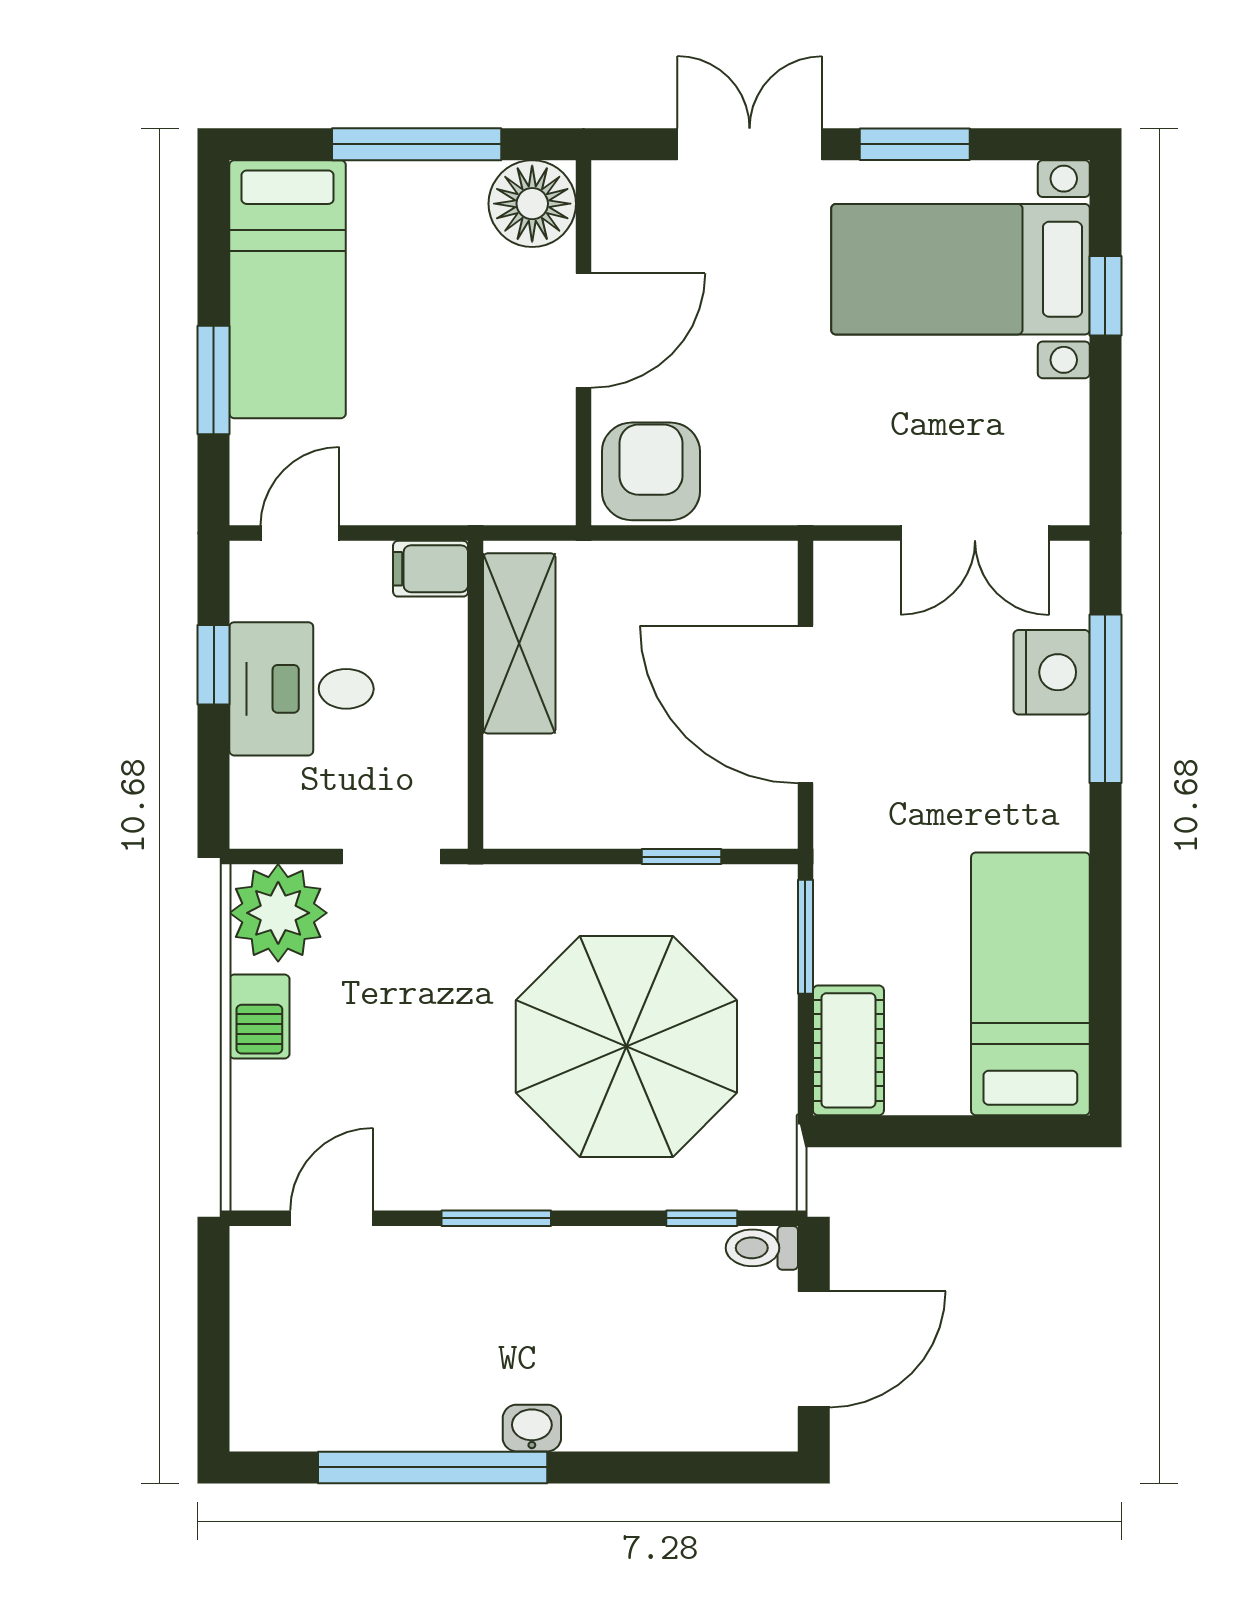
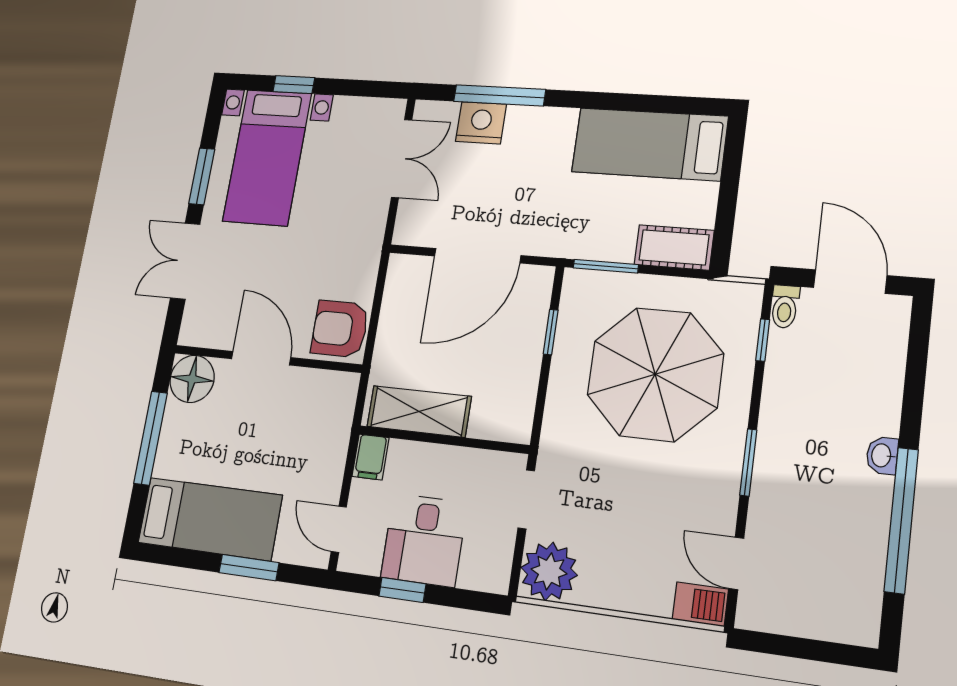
barbecue: (259, 1016) -> (700, 604), moved

